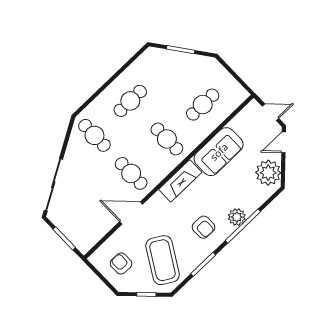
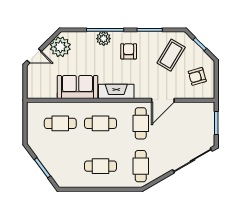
door: (271, 112) -> (25, 81), removed
cafe table: (167, 139) -> (101, 123), turned 90
door: (131, 213) -> (163, 100), hinge flipped
coffee table: (163, 260) -> (171, 55), width x0.73, depth x0.76
armchair: (121, 264) -> (197, 76), turned 74

